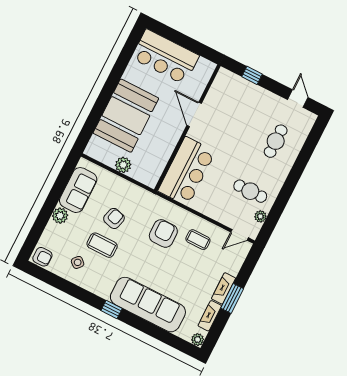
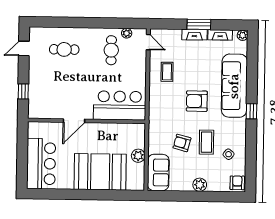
sofa: (78, 190) -> (158, 172), moved, turned 90
armchair: (163, 233) -> (197, 101), moved

